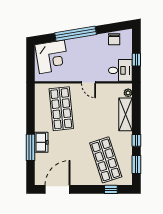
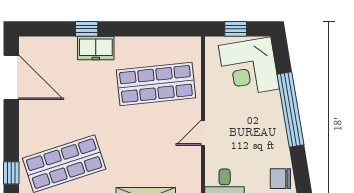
window: (30, 64) -> (236, 29), added
window: (30, 147) -> (87, 29), width x0.46

